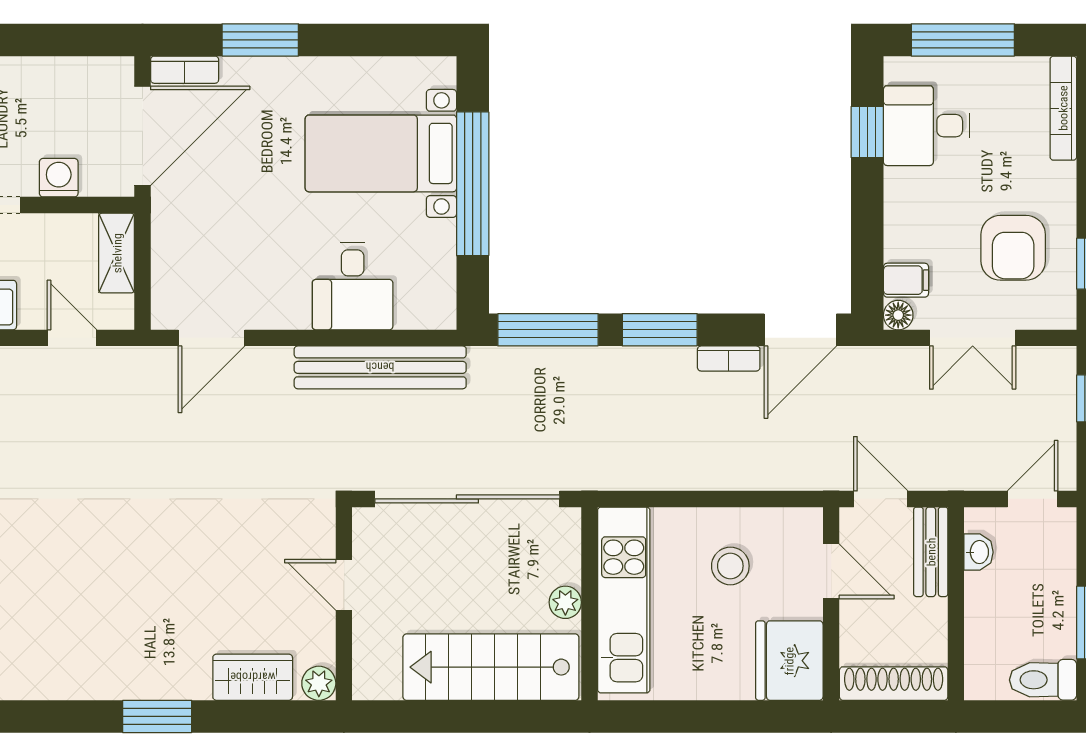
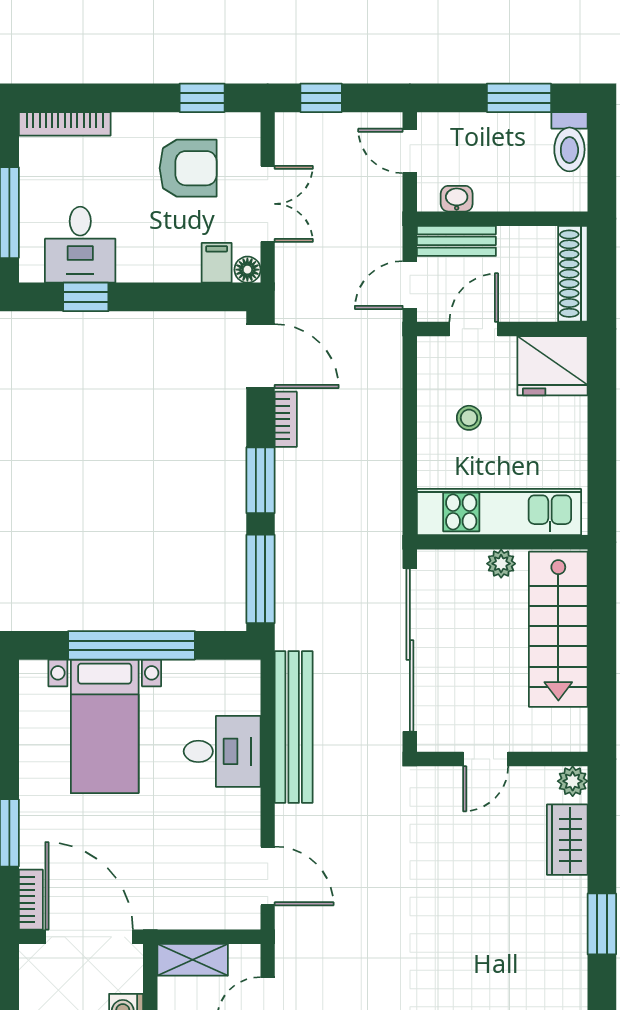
stool: (730, 566) -> (469, 418), width x0.73, depth x0.73

